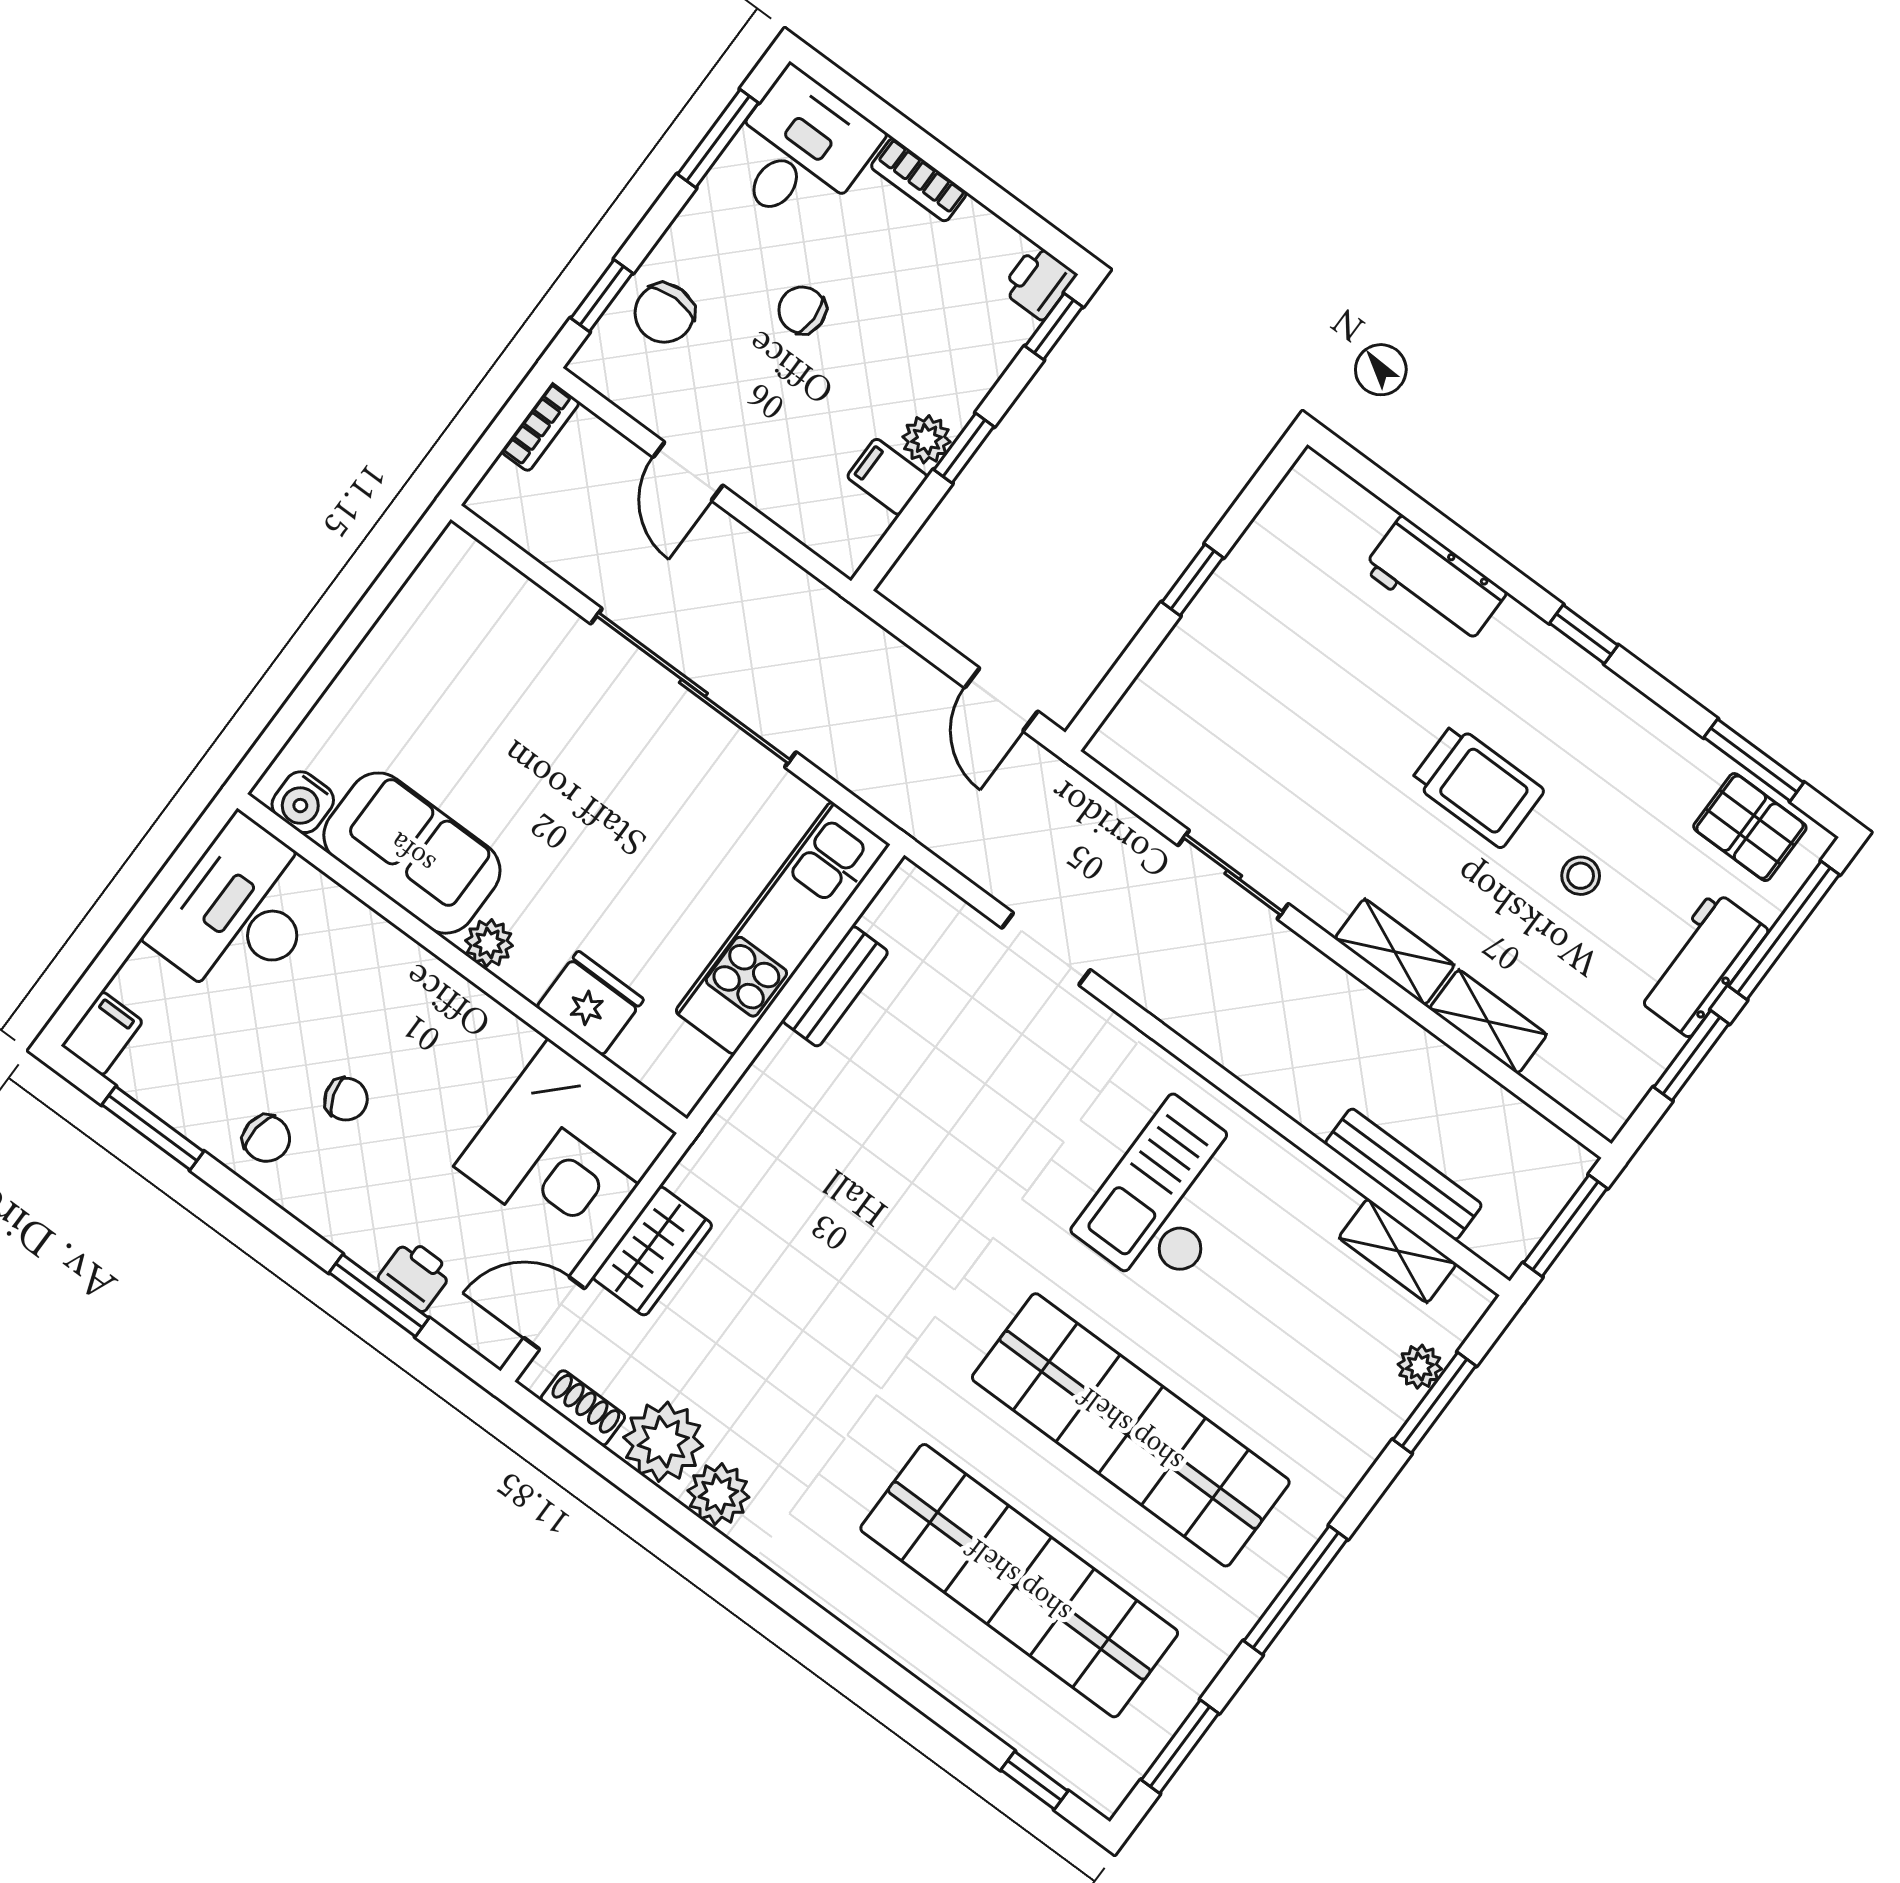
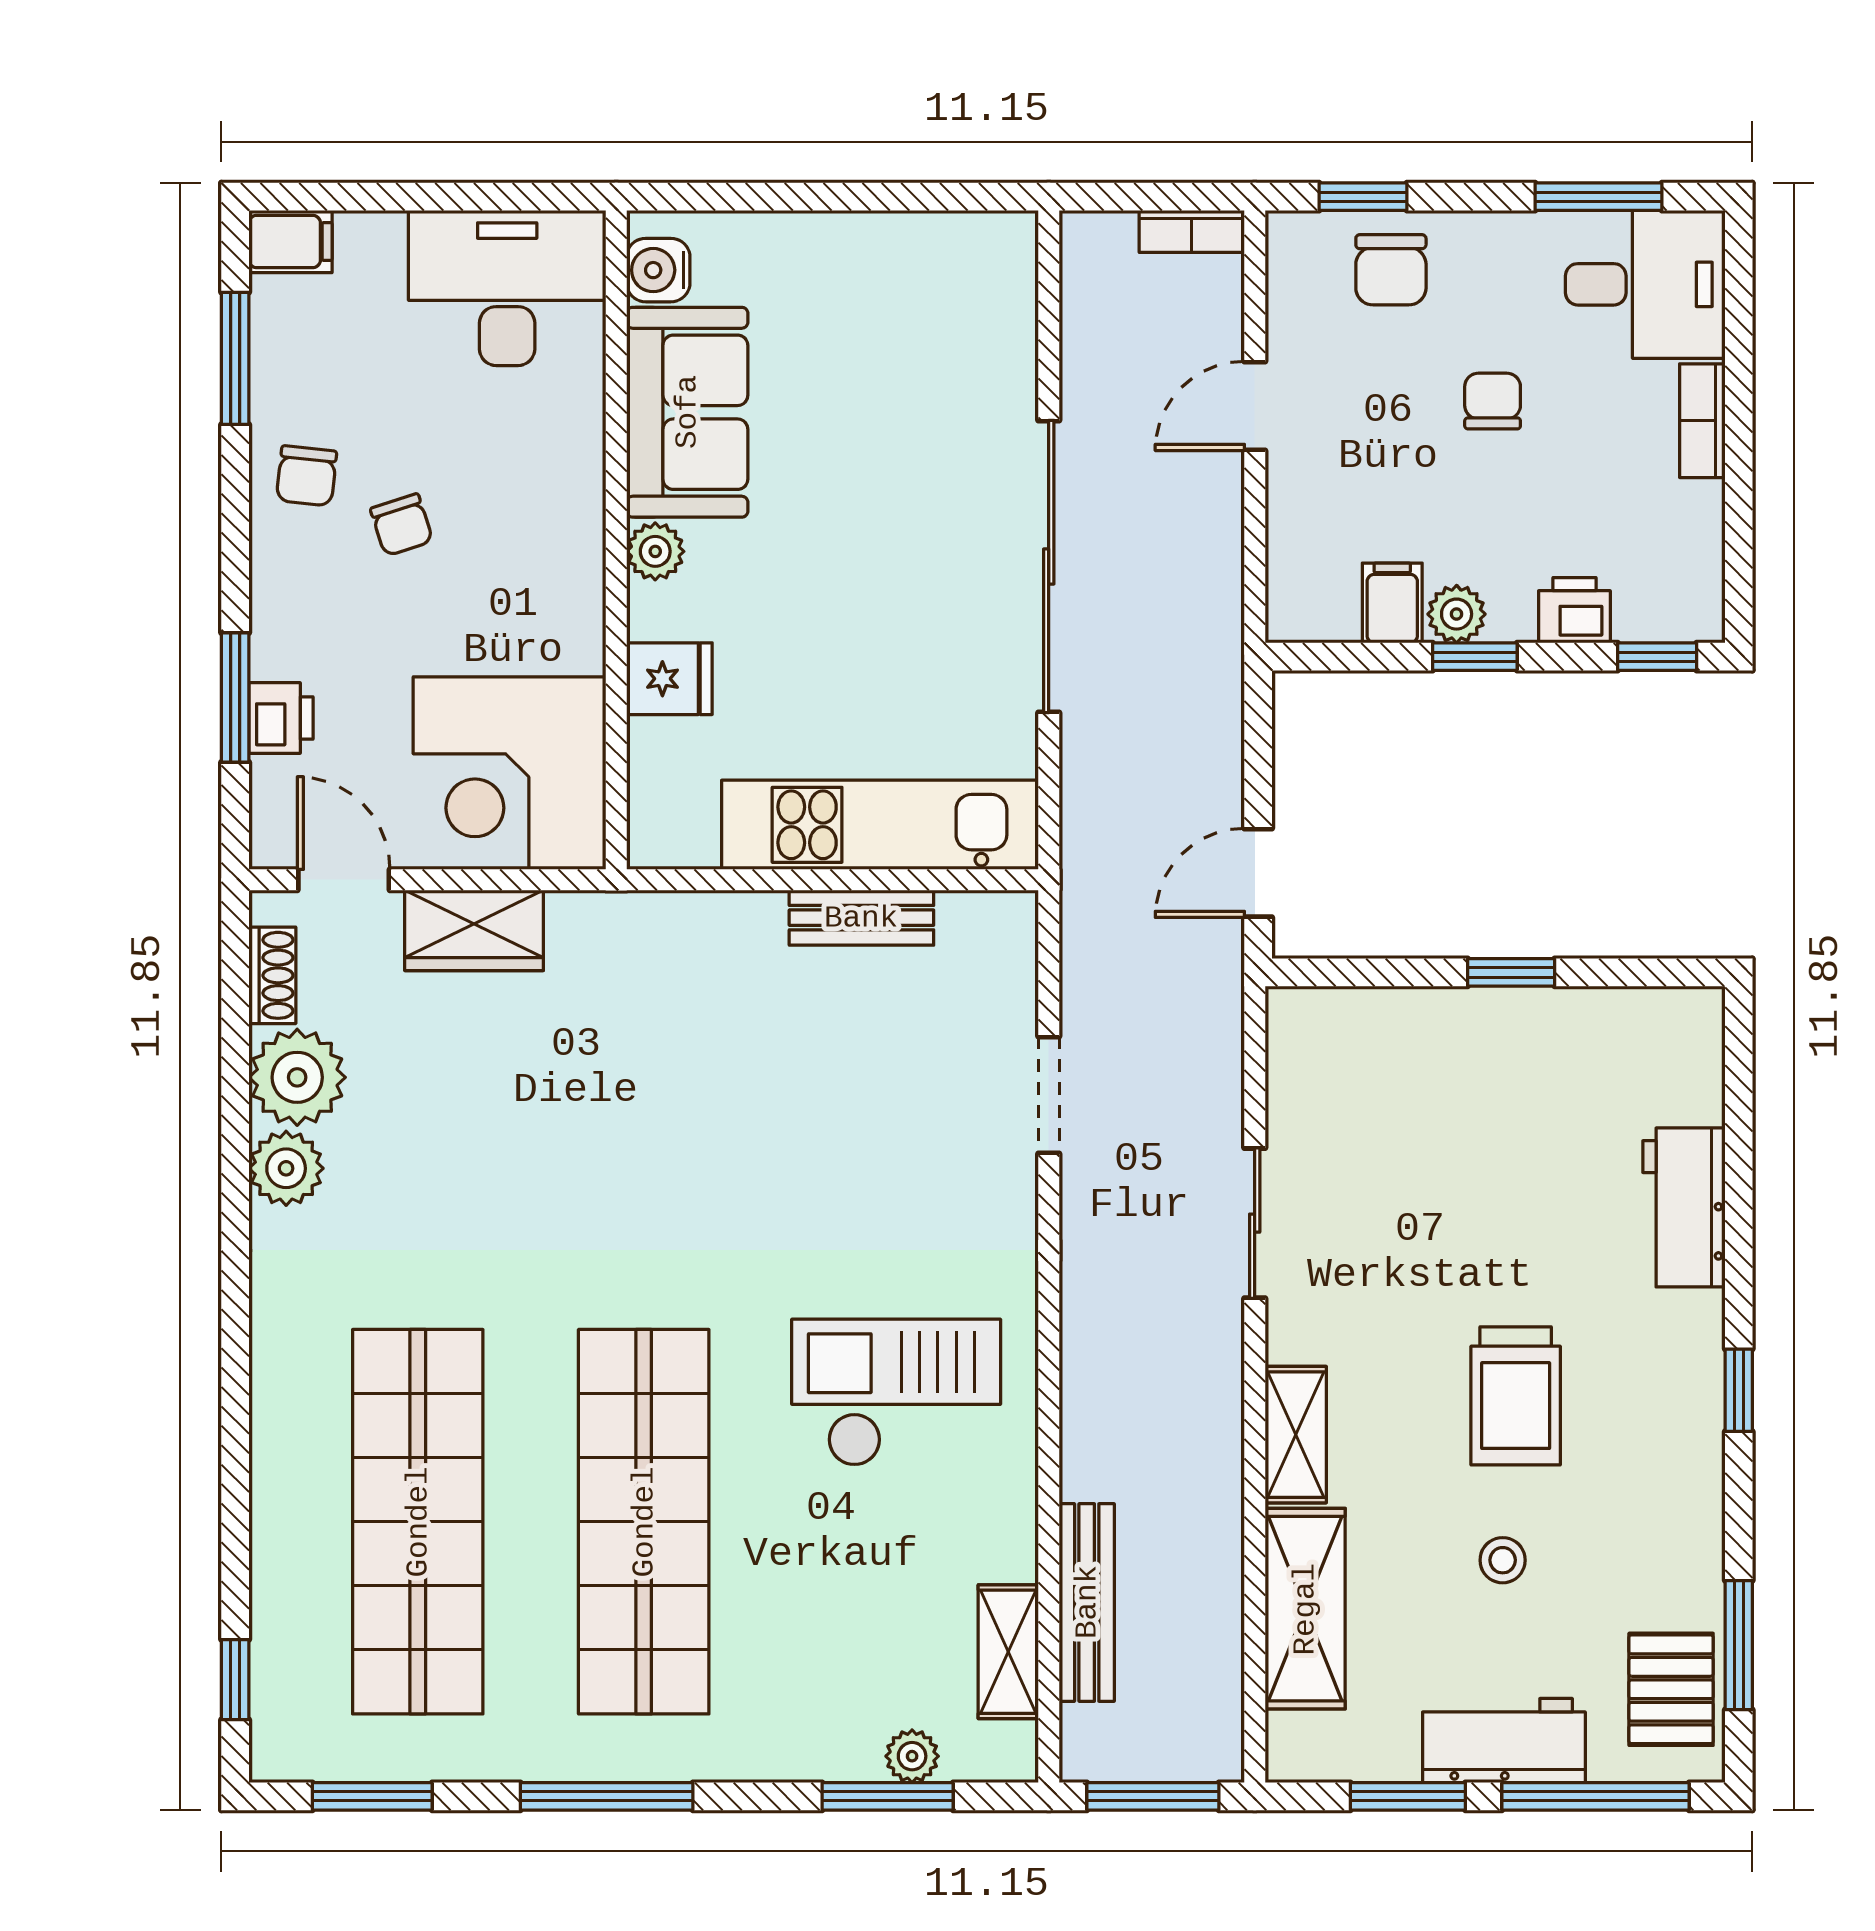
printer: (1039, 282) -> (1574, 610), moved
chair: (664, 313) -> (1391, 270), turned -90
fridge: (590, 1003) -> (669, 679), width x0.72
shelving: (1488, 1022) -> (1305, 1609), width x1.50, depth x1.33

